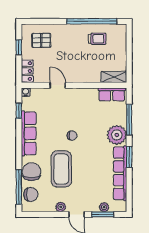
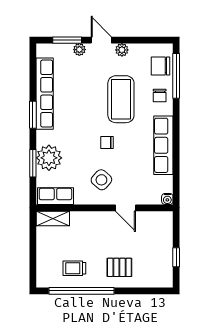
pallet: (41, 40) -> (119, 267), moved
locker: (27, 71) -> (165, 226), removed
side table: (76, 107) -> (101, 180), added
window: (19, 111) -> (176, 175), removed
window: (129, 120) -> (33, 163), width x0.69
plant: (117, 135) -> (49, 158), moved
chair: (32, 172) -> (160, 96), width x0.54, depth x0.54
plant: (104, 207) -> (79, 50), moved

